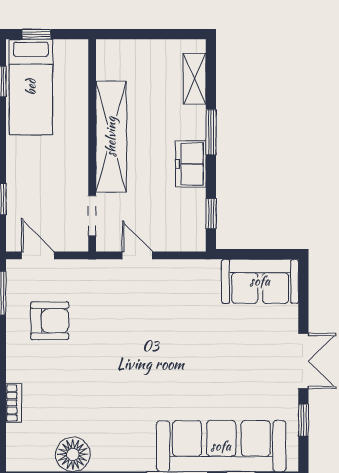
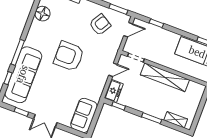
freezer: (191, 164) -> (114, 91), moved, turned 90
armchair: (50, 321) -> (100, 25), turned -149
armchair: (144, 362) -> (69, 56), added

